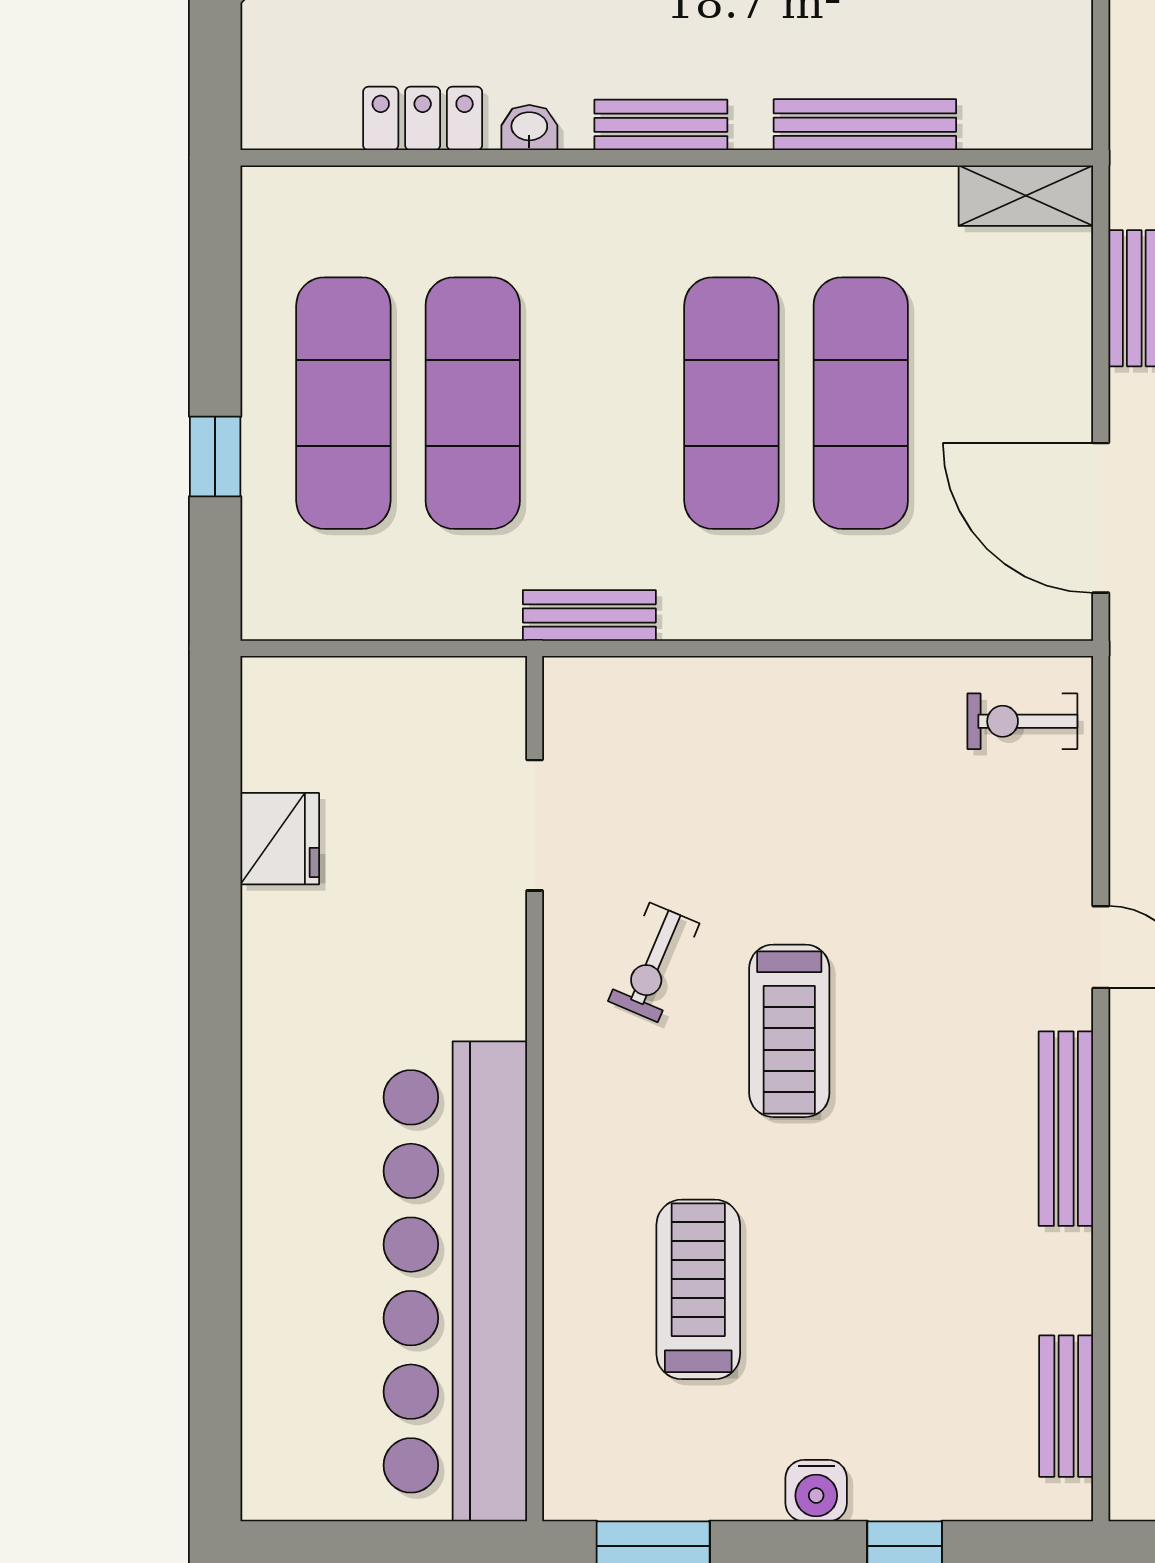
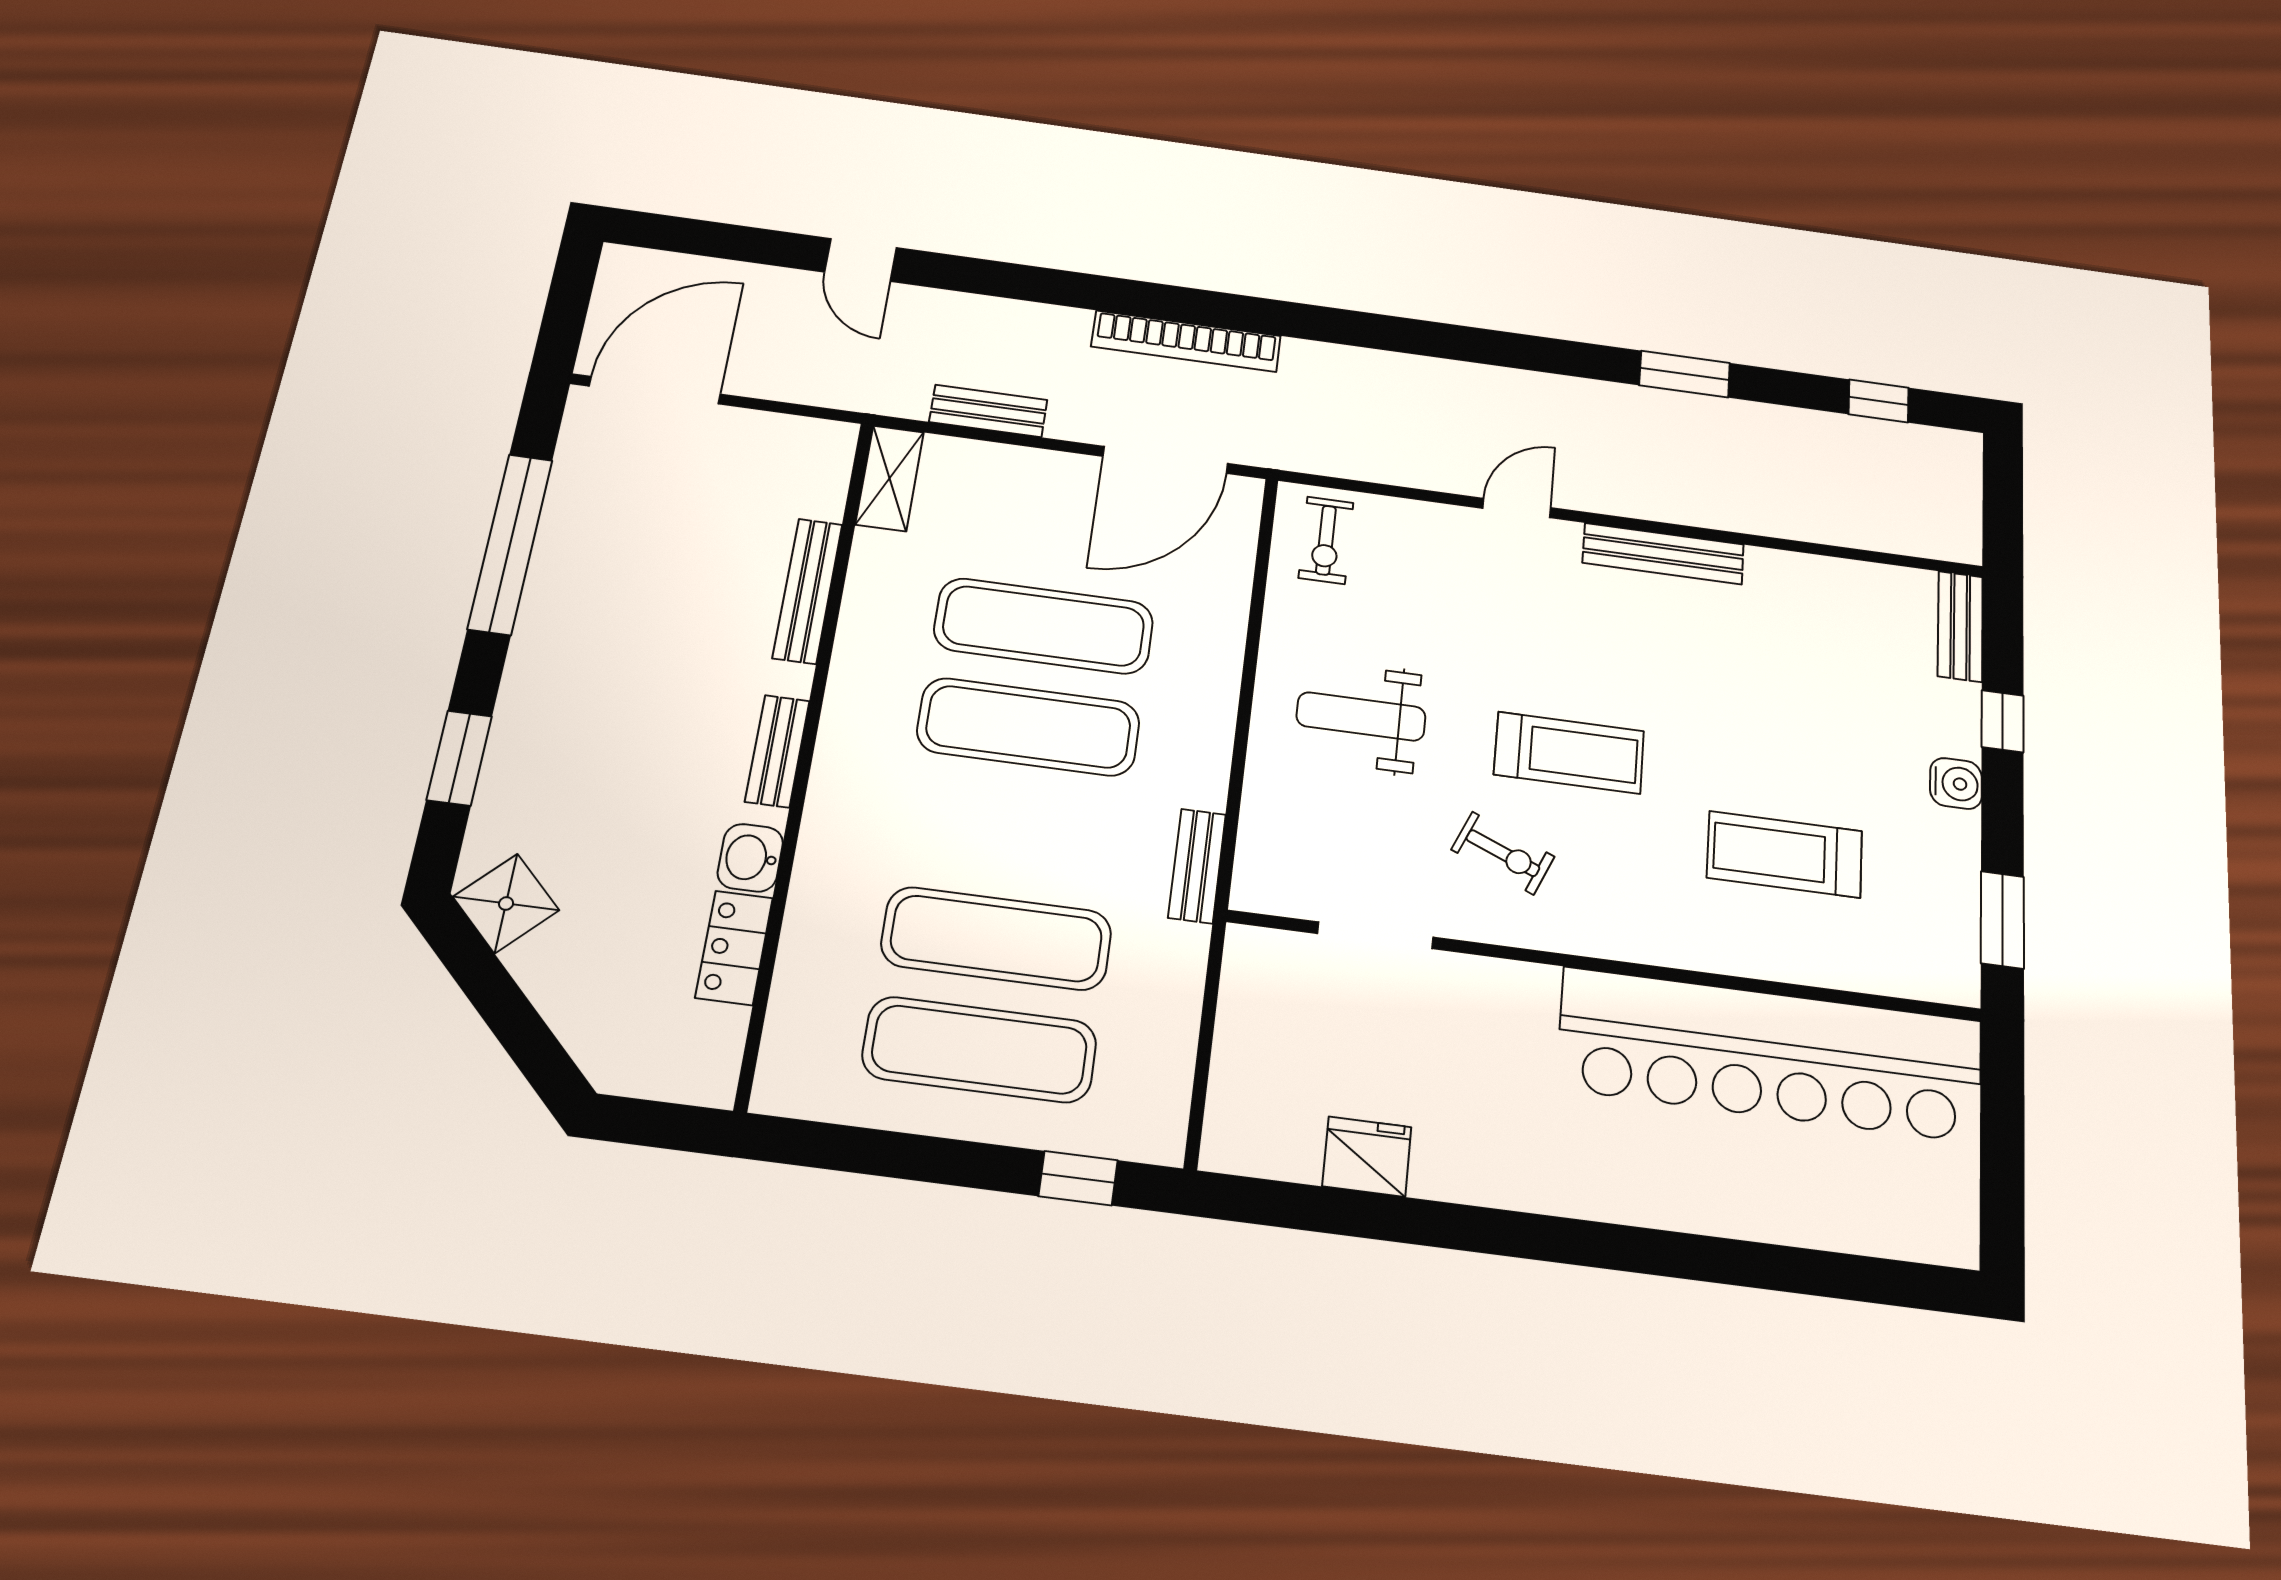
washbasin: (529, 128) -> (750, 858), width x1.38, depth x1.45
window: (215, 456) -> (1078, 1178), moved
weight bench: (800, 784) -> (1361, 717), added
bench: (1066, 1406) -> (1960, 626), moved, turned 90

